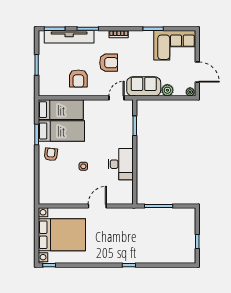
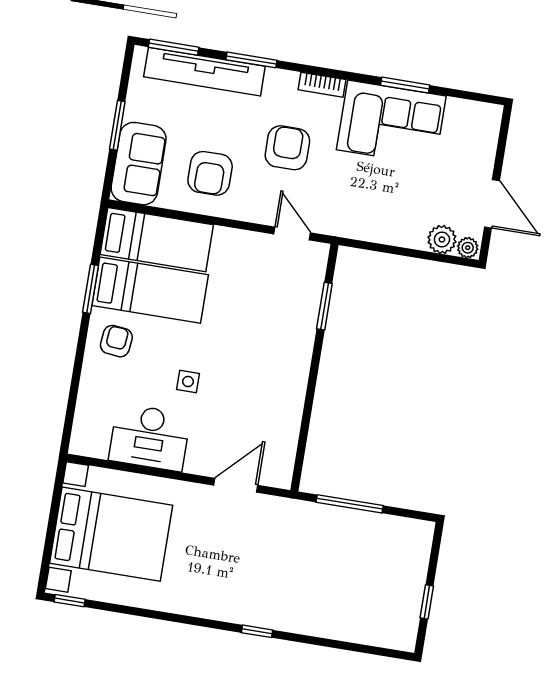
corner sofa: (175, 45) -> (391, 123), moved
armchair: (109, 63) -> (287, 148), turned -90
sofa: (144, 86) -> (139, 164), moved, turned 90
plant: (167, 90) -> (442, 239), moved
door: (116, 98) -> (292, 233), hinge flipped
desk: (121, 164) -> (150, 437), moved, turned 90
door: (97, 206) -> (236, 485), moved

